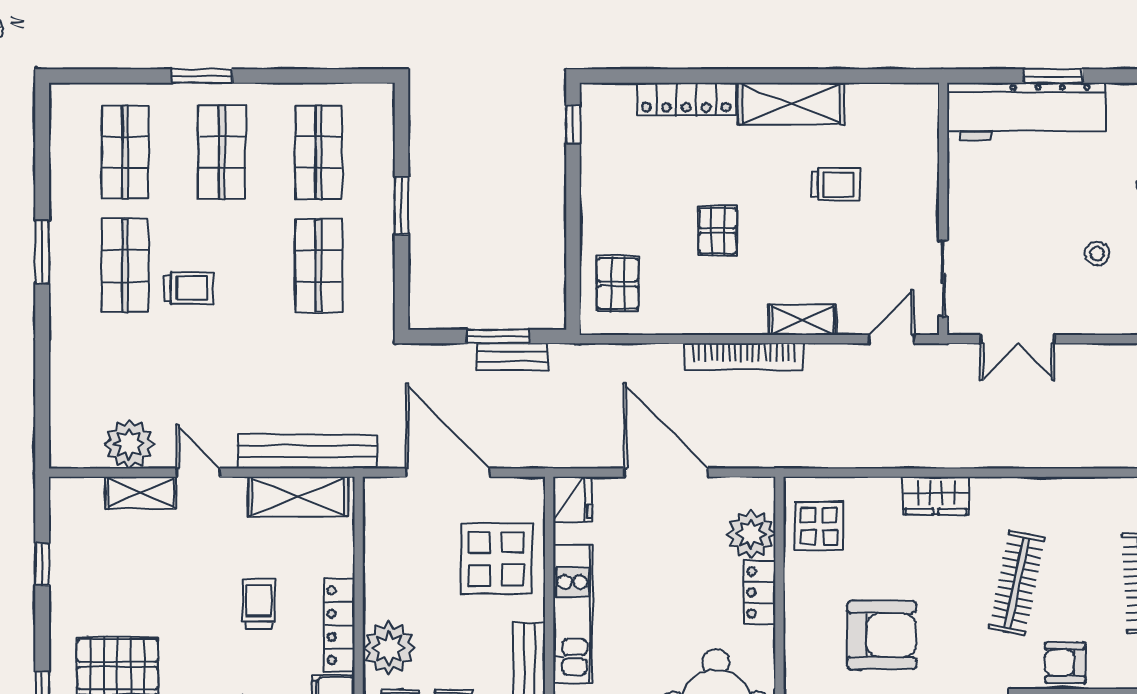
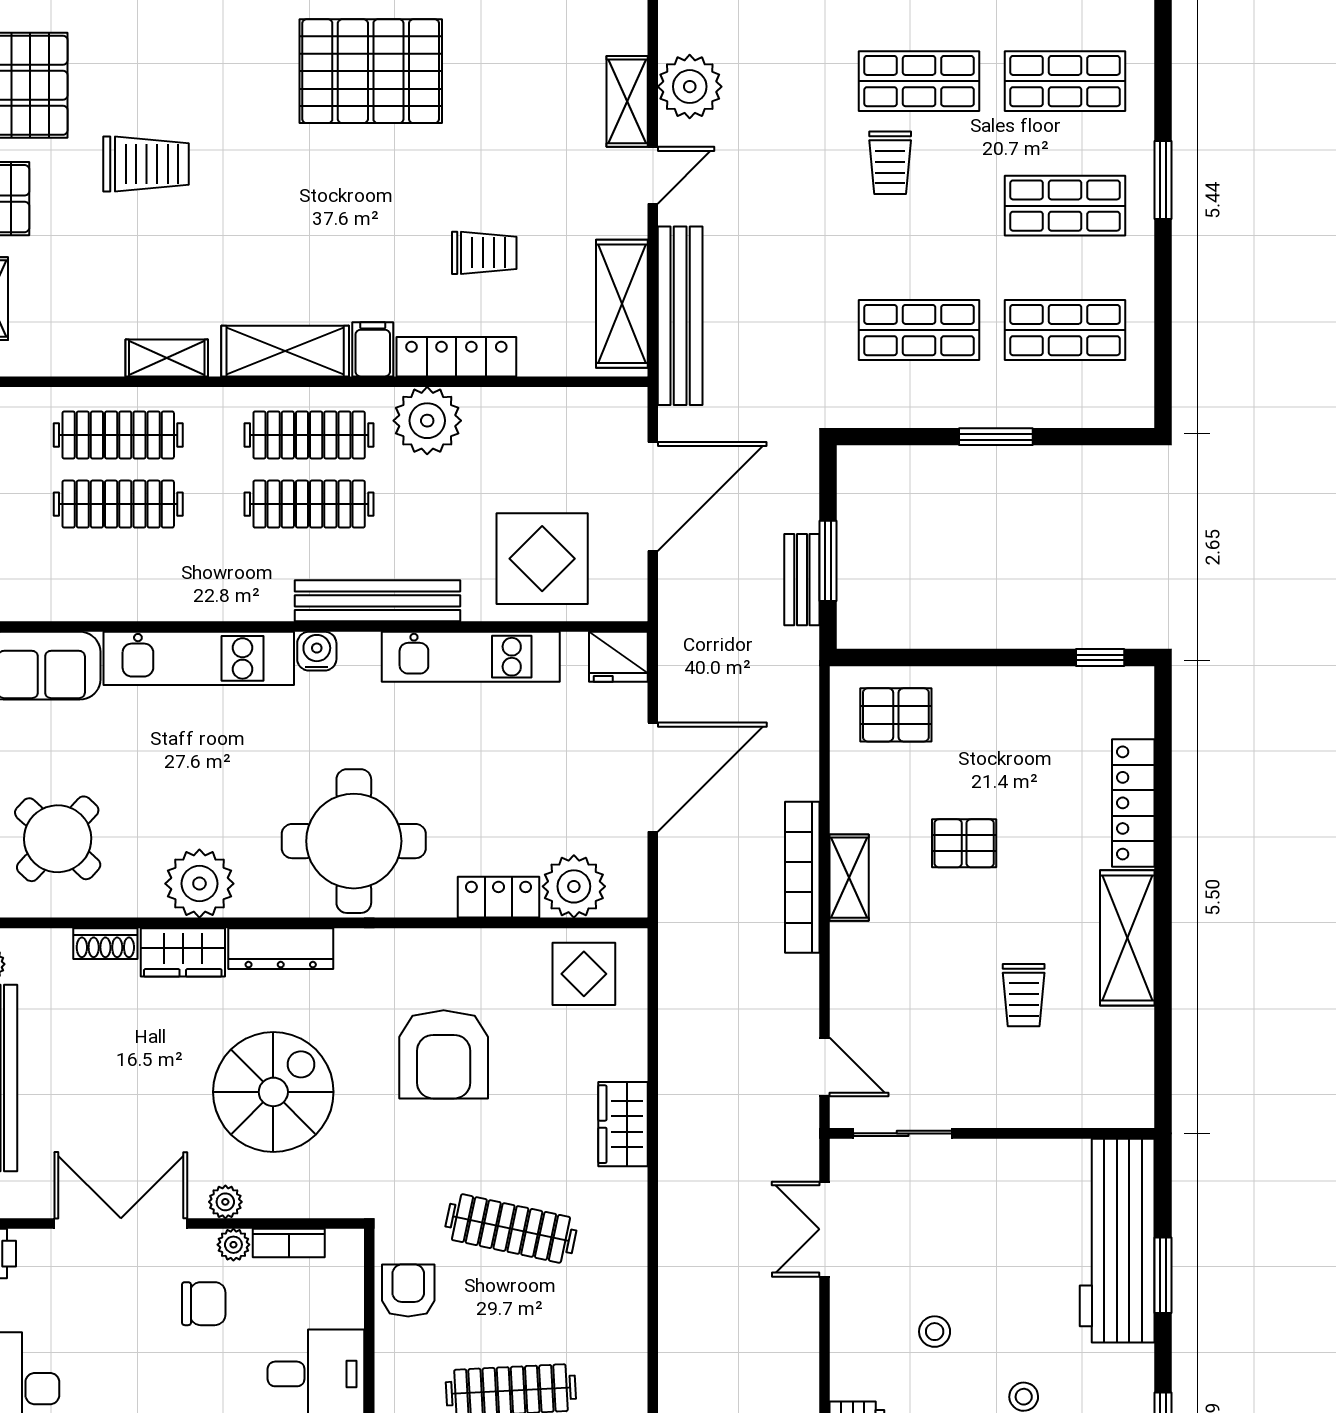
shelving: (803, 320) -> (849, 878), moved

